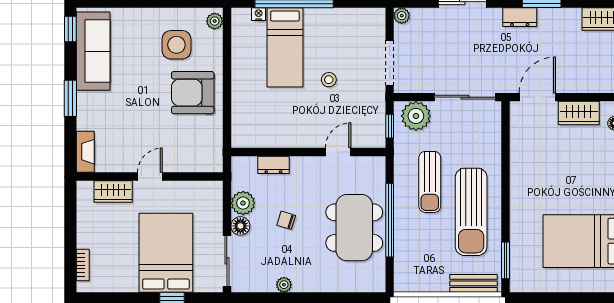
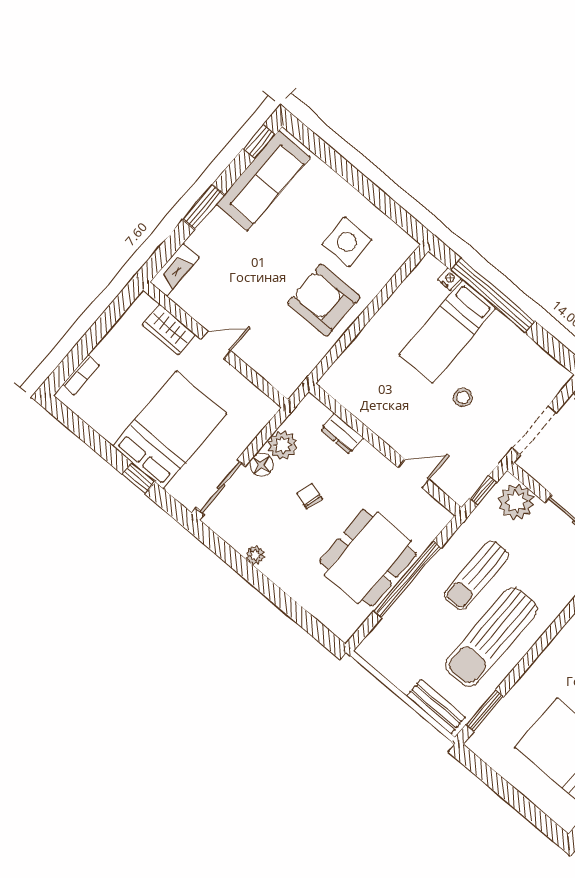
plant: (215, 21) -> (402, 250), removed

